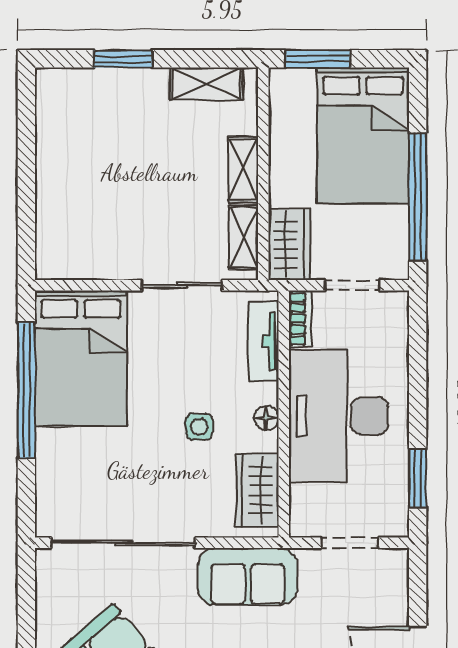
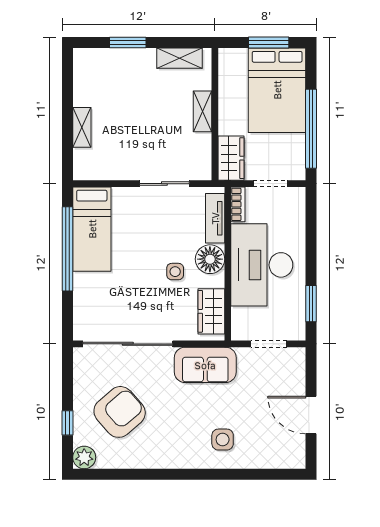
window: (318, 59) -> (269, 43), moved
shelving: (244, 237) -> (82, 127), moved
bed: (81, 358) -> (92, 229), width x0.67
floor lamp: (266, 418) -> (210, 259), width x1.89, depth x1.89

